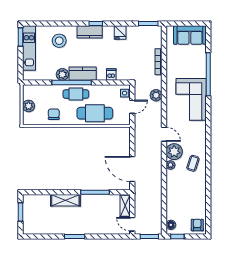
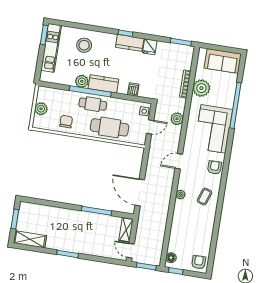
kitchen counter: (90, 32) -> (130, 43), moved
door: (164, 134) -> (179, 161), swing flipped
armchair: (198, 135) -> (215, 167), added
plant: (174, 152) -> (201, 88), moved
shelving: (65, 200) -> (30, 239), moved

